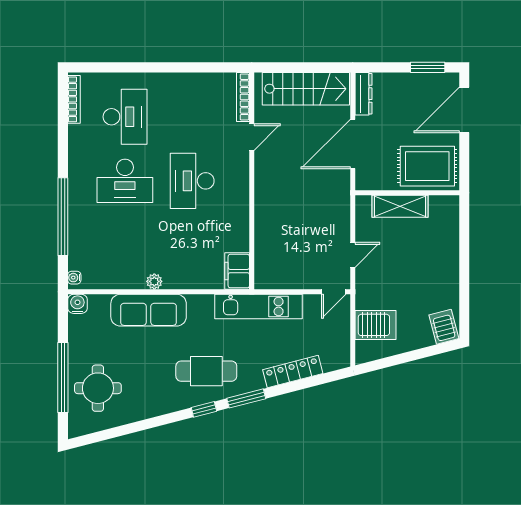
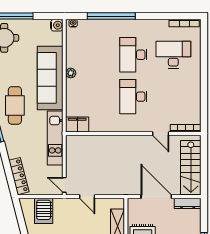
desk: (125, 117) -> (173, 55), turned 180
desk: (192, 181) -> (133, 97), turned -90
sofa: (149, 310) -> (50, 78), width x1.36, depth x1.27
locker: (293, 372) -> (19, 176), moved

